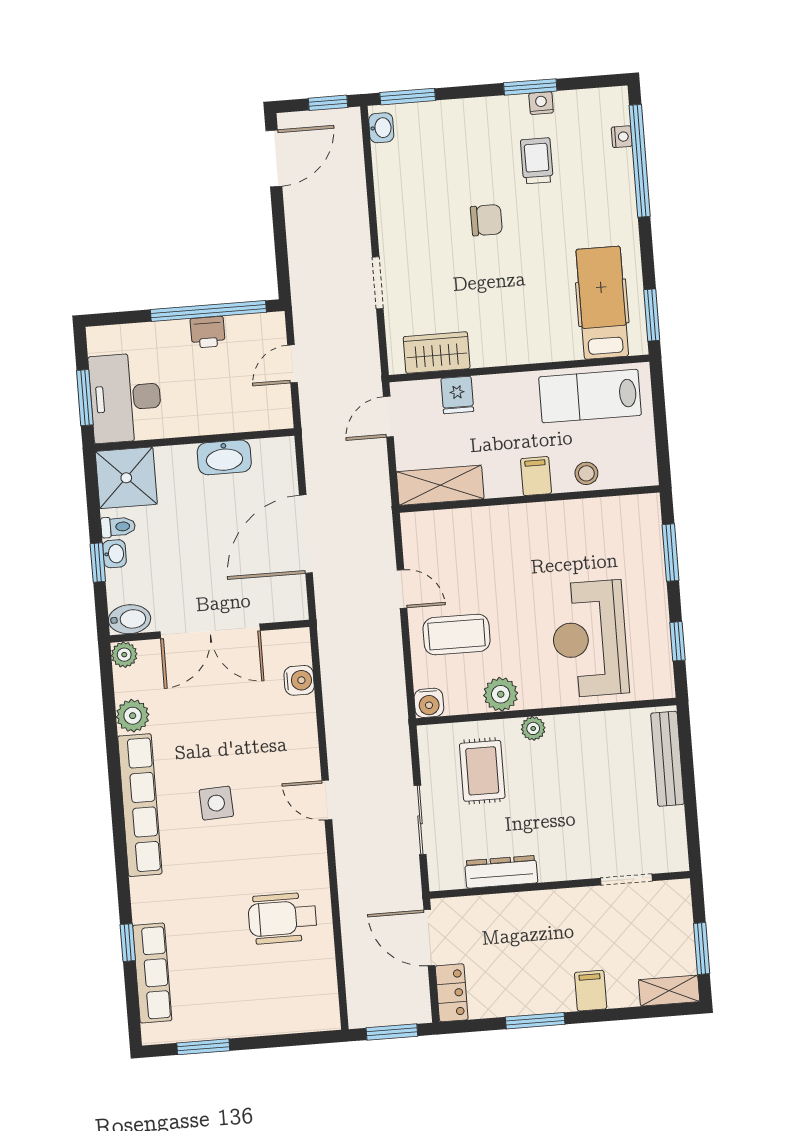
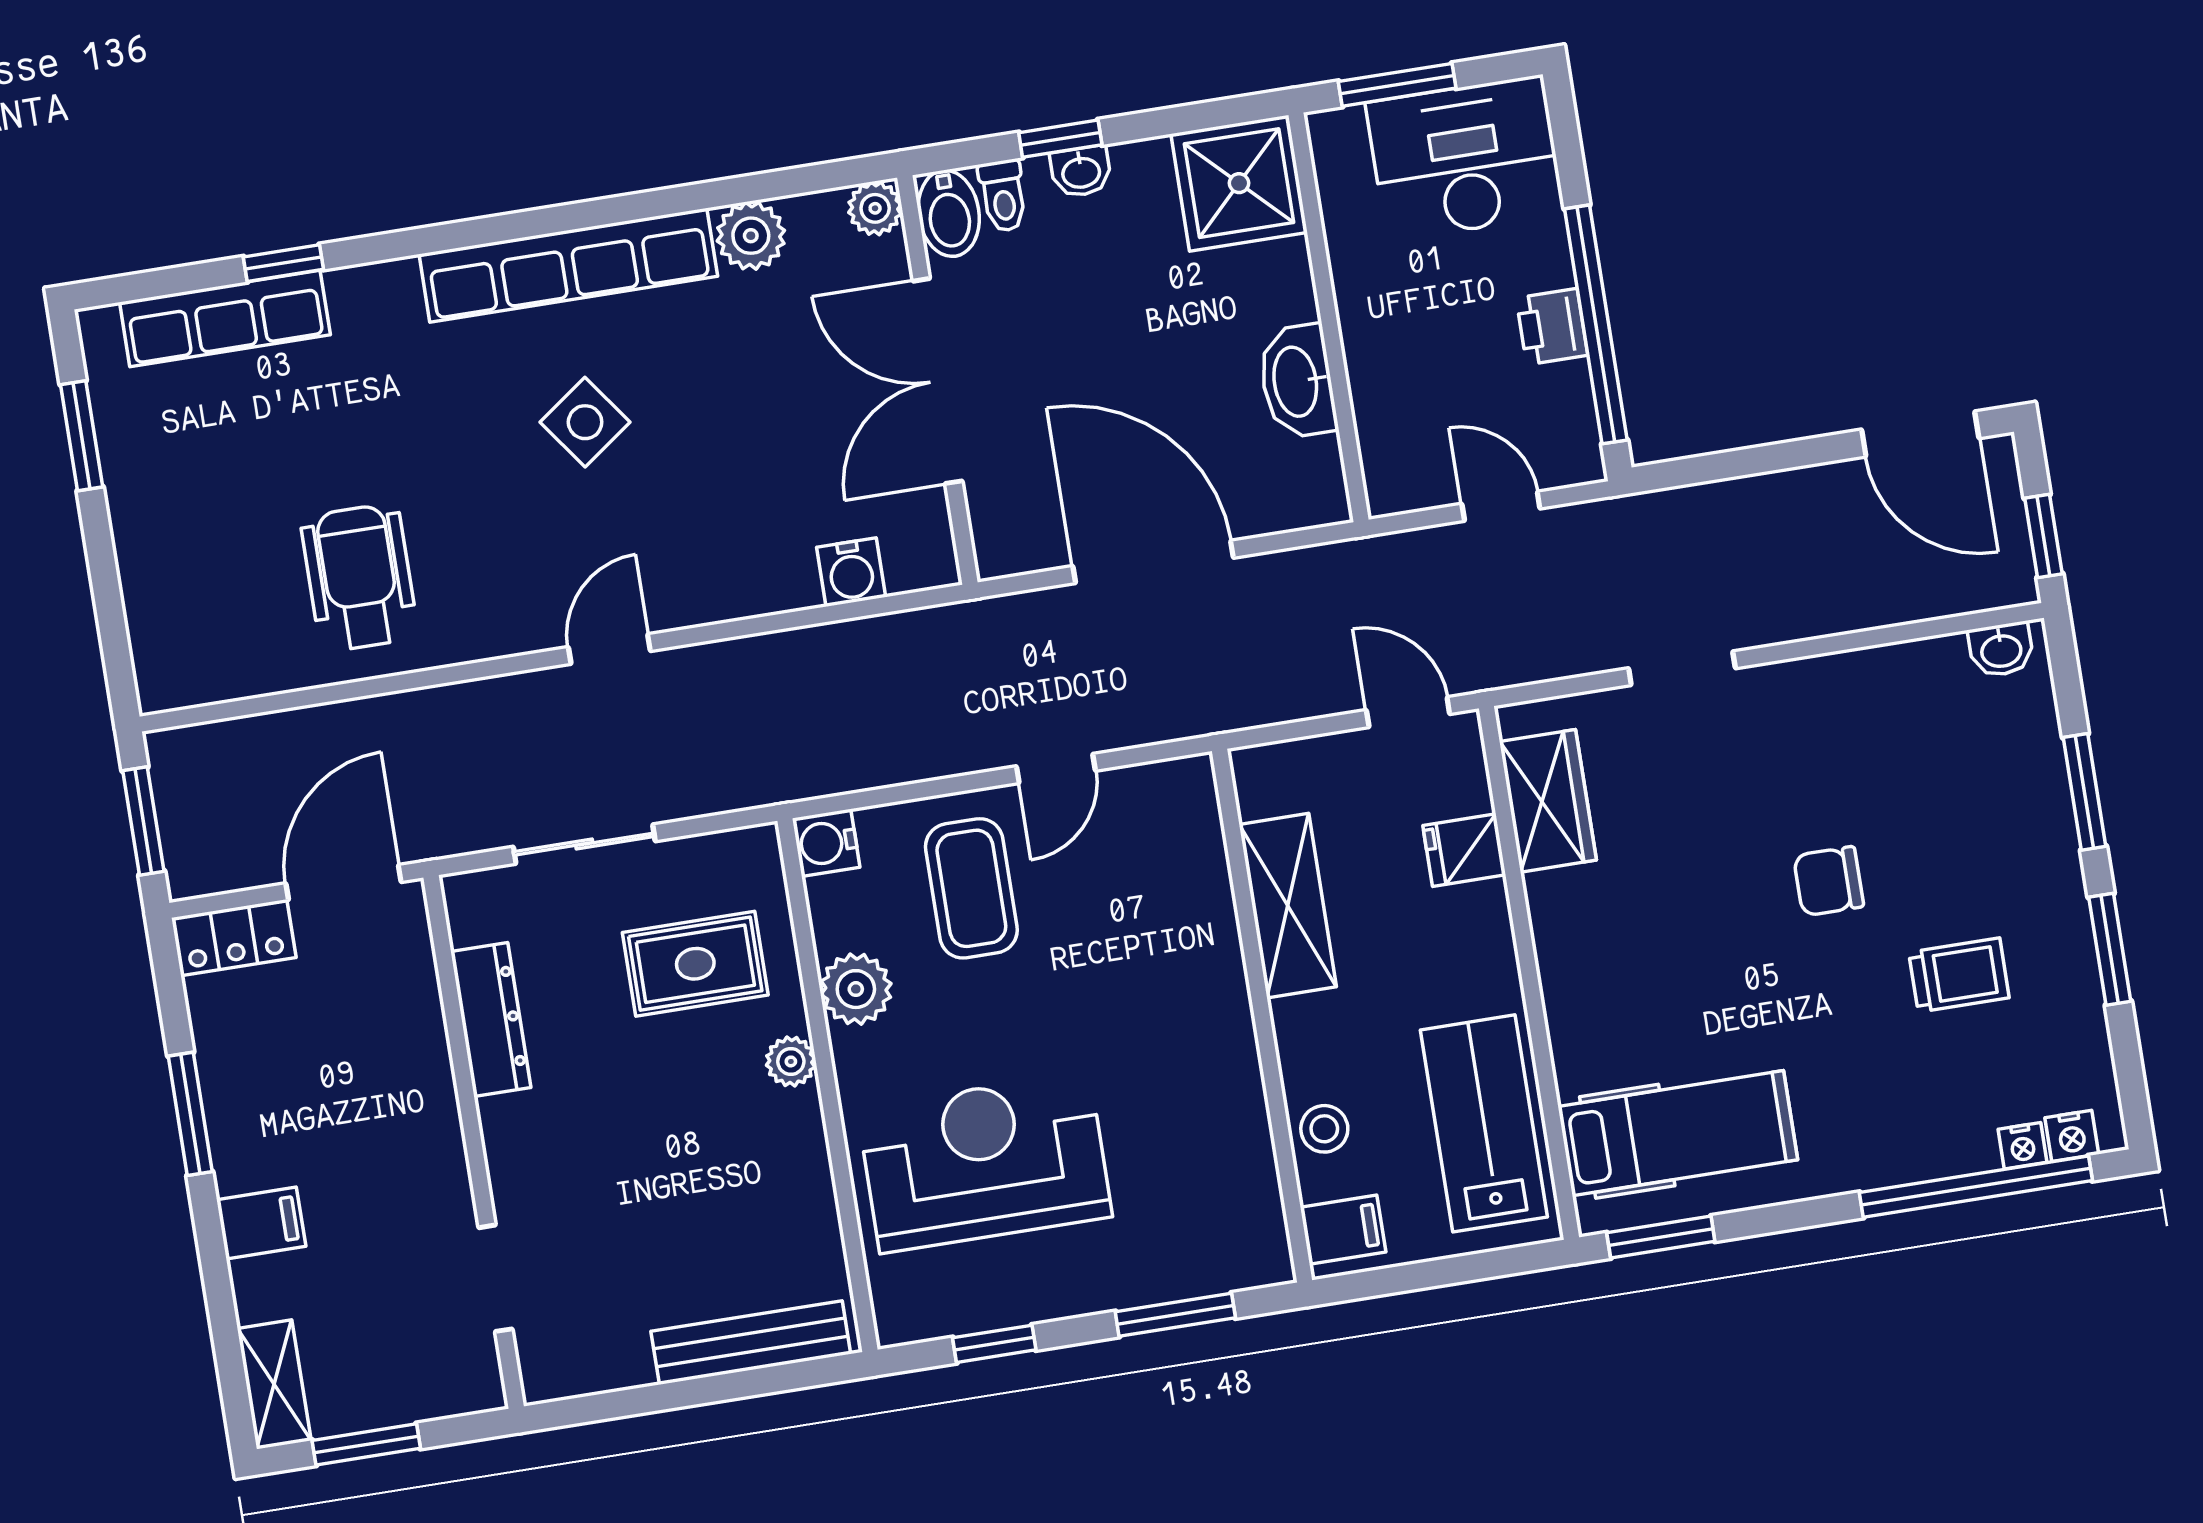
window: (408, 97) -> (2085, 792), moved
nightstand: (541, 103) -> (2072, 1136), moved, turned 90
chair: (486, 220) -> (1829, 881), turned 90
desk: (125, 398) -> (1465, 158), moved
filing cabinet: (536, 476) -> (1343, 1230), moved
shelving: (440, 485) -> (1288, 906), moved
toilet: (118, 527) -> (1003, 196), moved
side table: (216, 803) -> (585, 422), turned -33

